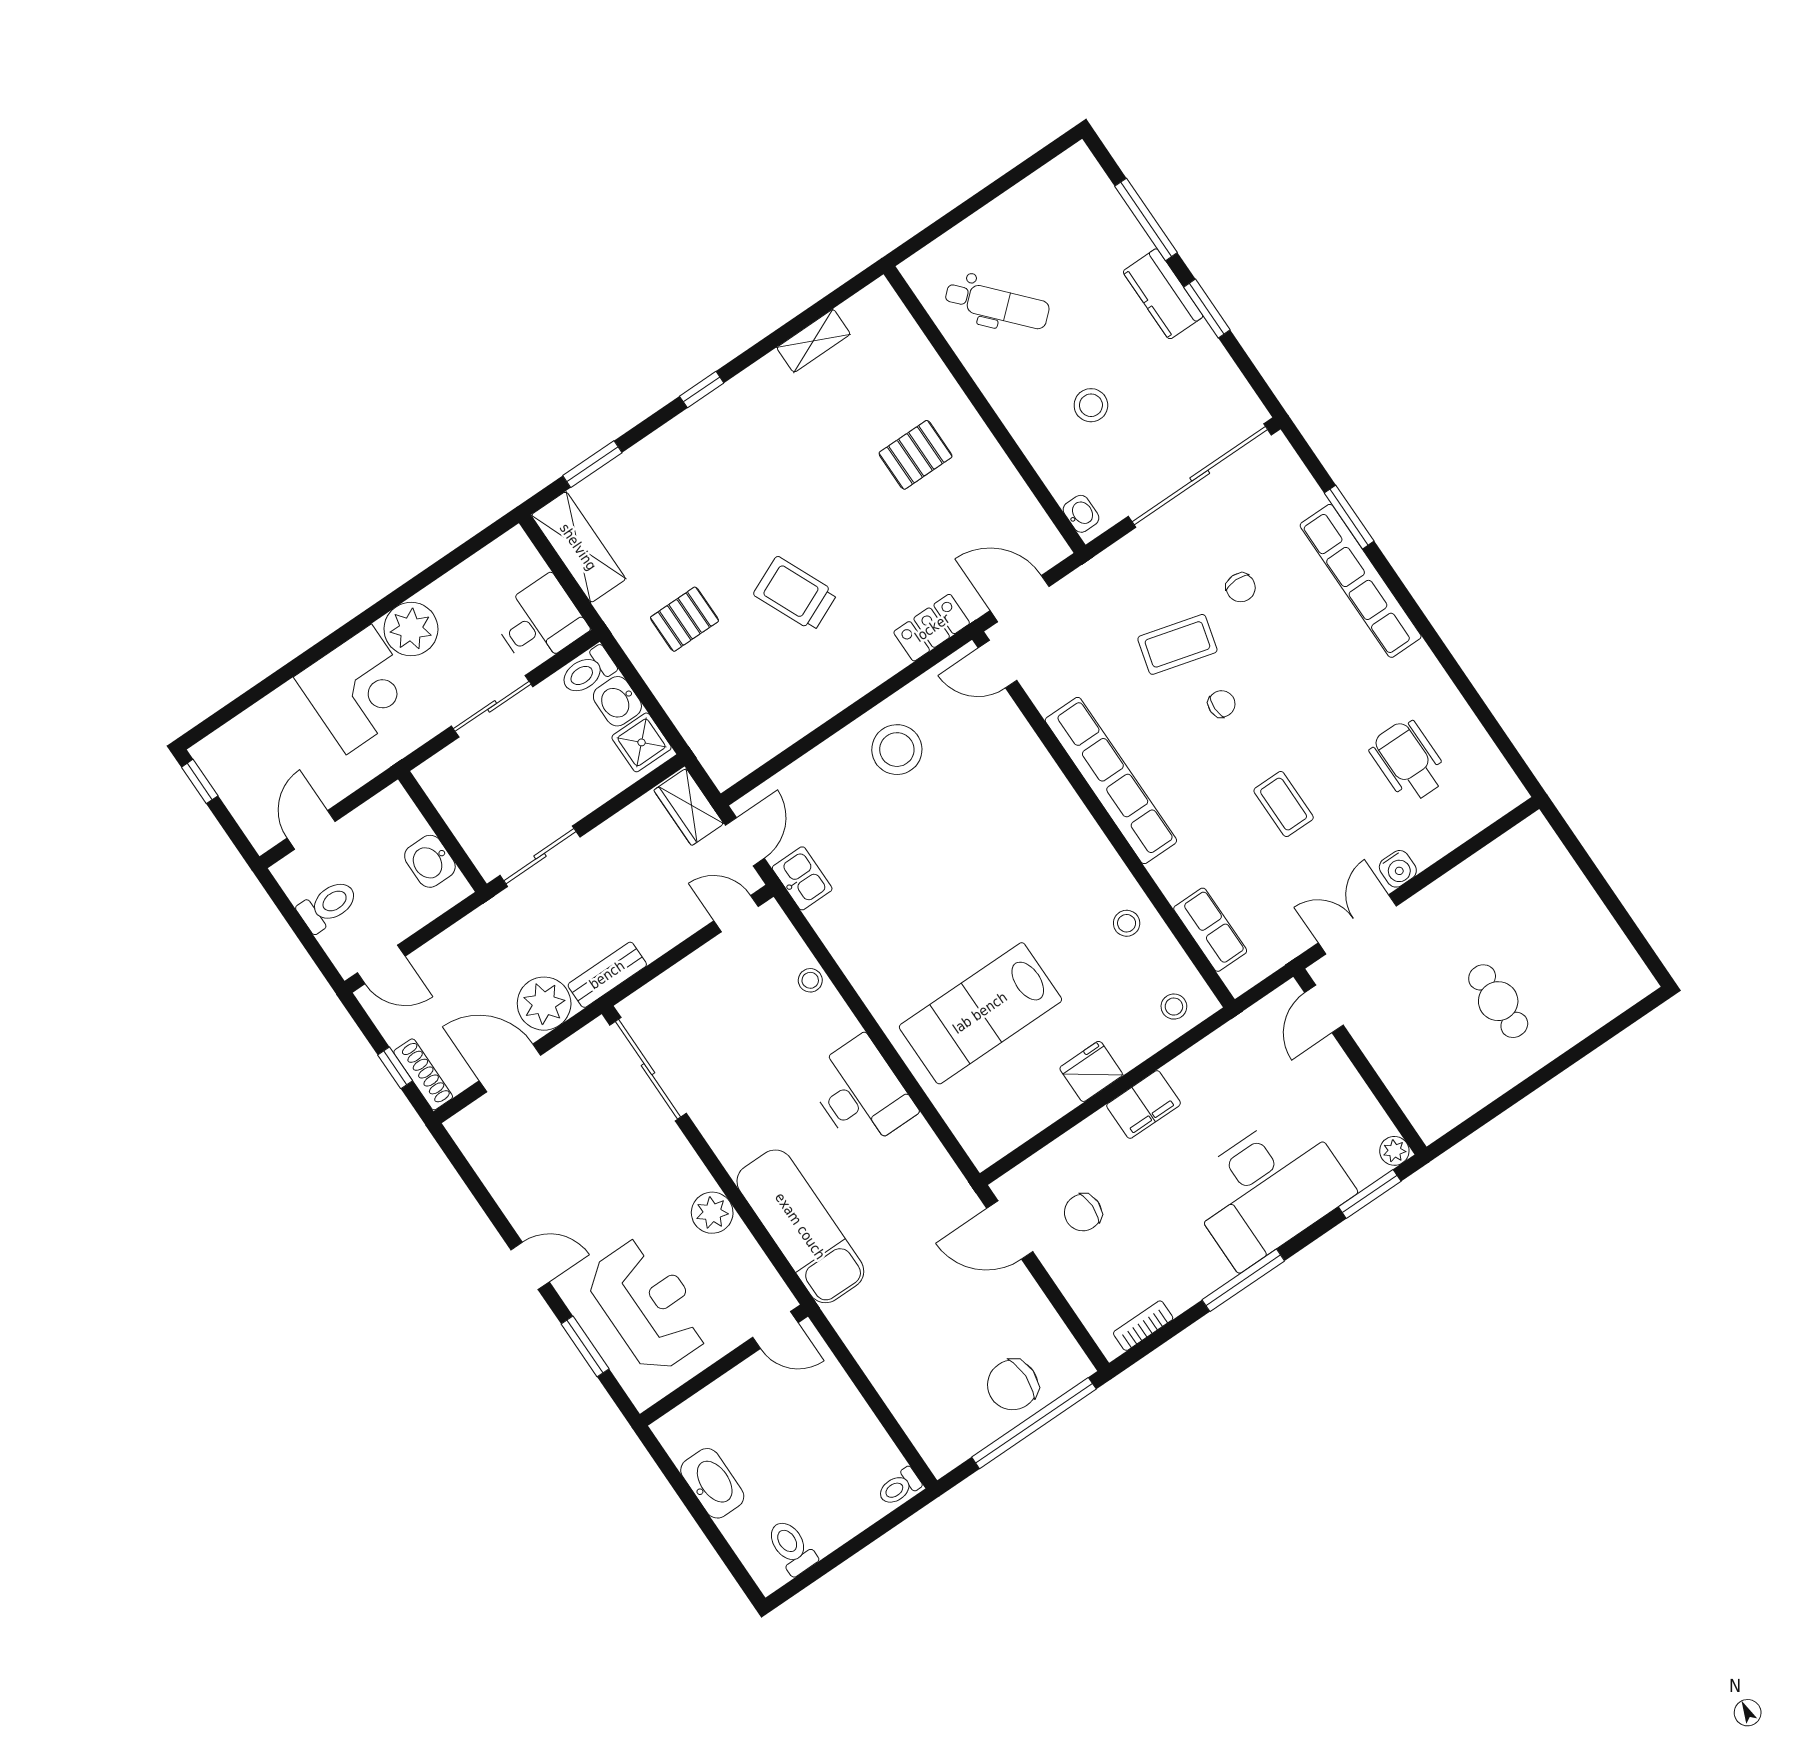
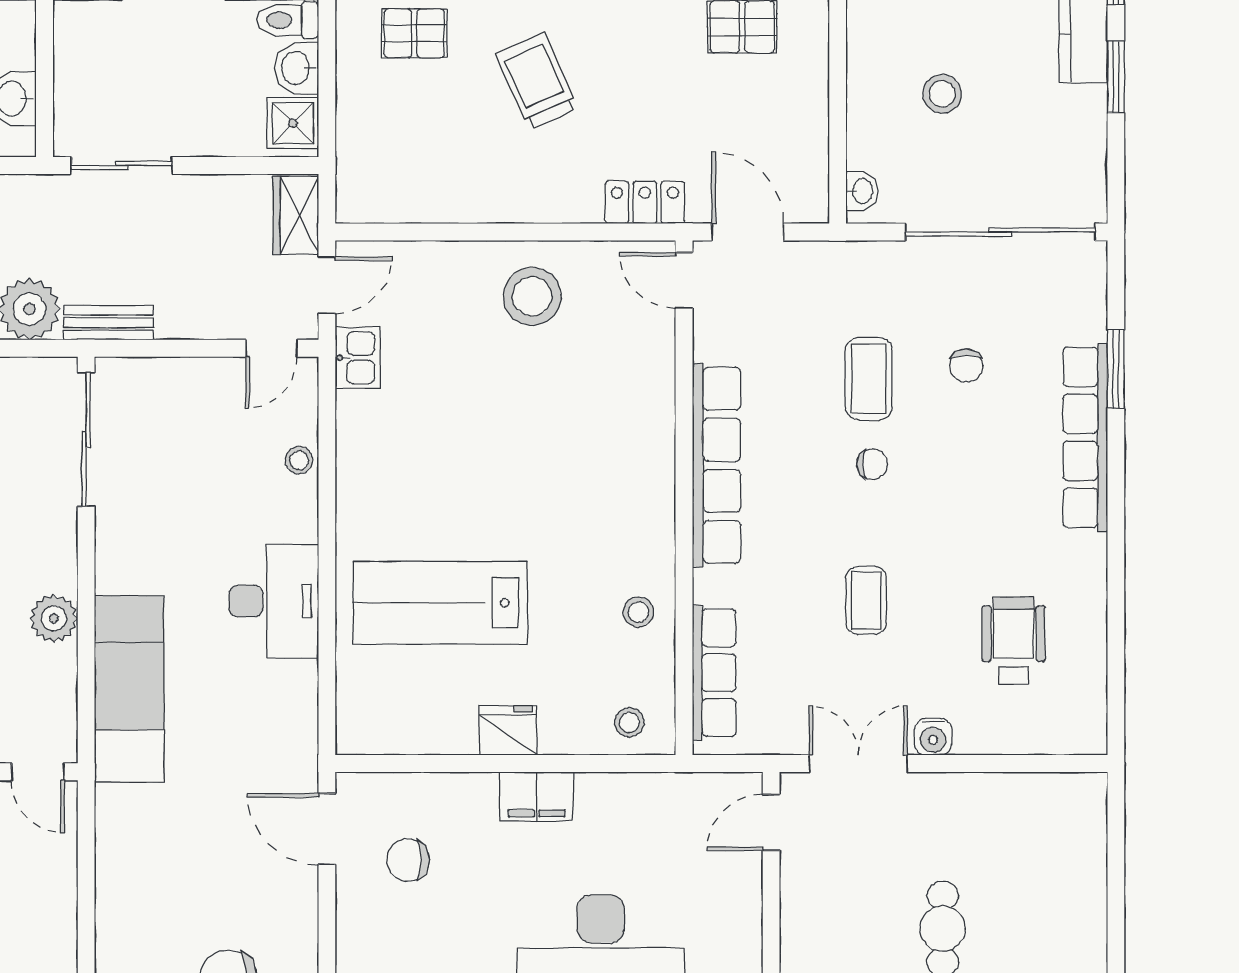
coffee table: (1177, 644) -> (869, 379), turned 75
door: (736, 914) -> (272, 348), swing flipped
row of seats: (1210, 930) -> (714, 673), width x1.48

